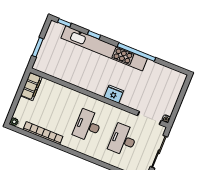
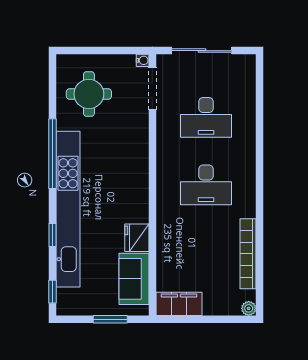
sofa: (54, 68) -> (134, 279), added
round table: (160, 84) -> (89, 94), added
fridge: (114, 94) -> (137, 238), moved

